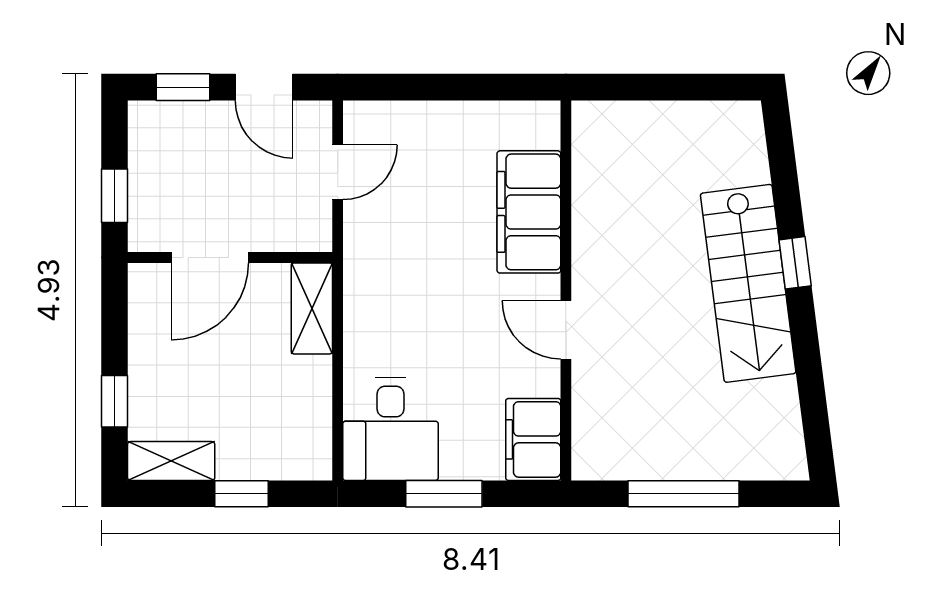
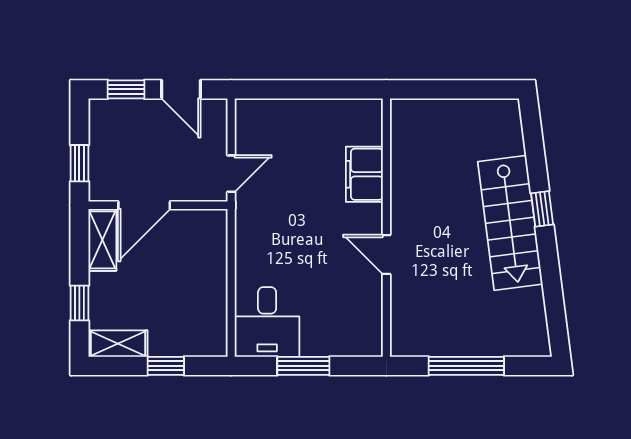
door: (338, 172) -> (231, 174), moved
filing cabinet: (529, 212) -> (364, 174), width x0.67, depth x0.86
shelving: (312, 308) -> (102, 240), moved
filing cabinet: (533, 439) -> (364, 329), removed

